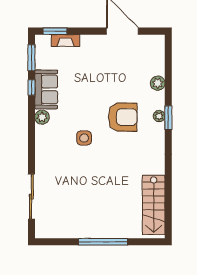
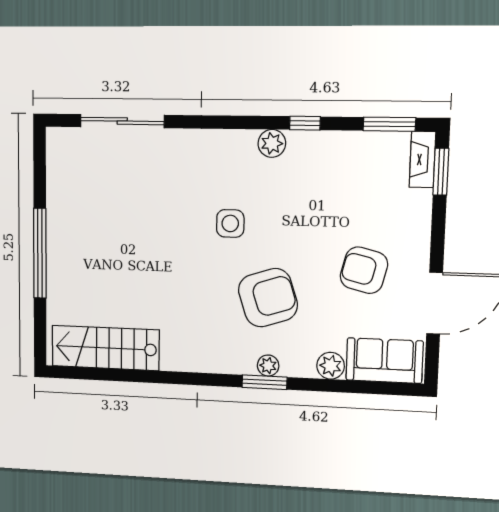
fireplace: (66, 41) -> (422, 159), moved
armchair: (106, 68) -> (364, 270), added
window: (31, 87) -> (305, 123), moved
sofa: (46, 89) -> (384, 361), moved, turned 180
armchair: (123, 117) -> (268, 298), turned -108

